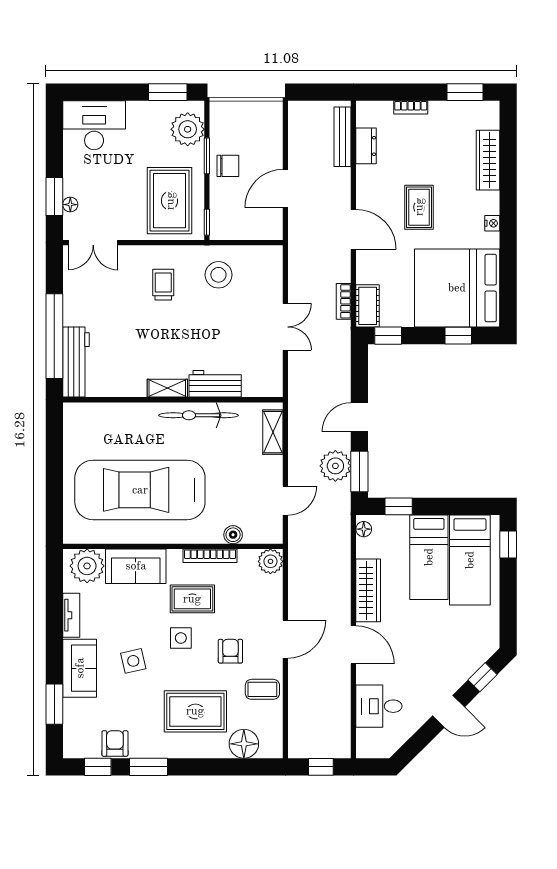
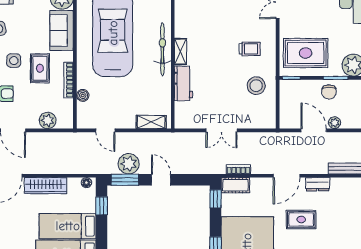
dresser: (366, 146) -> (318, 184), moved
plant: (274, 157) -> (334, 123), added
bicycle: (199, 415) -> (162, 49), moved
plant: (270, 561) -> (48, 120), moved

